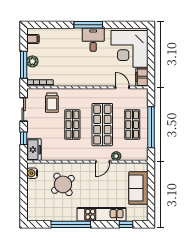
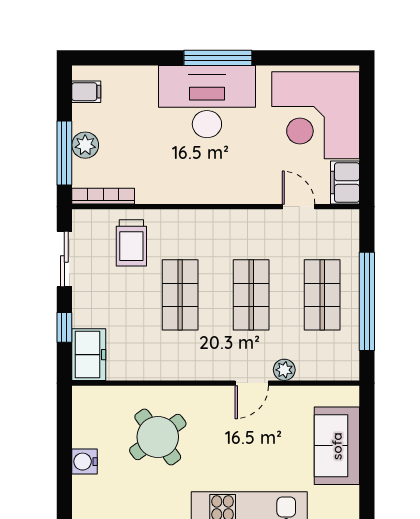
desk: (93, 40) -> (207, 102), width x1.87, depth x1.30
shop shelf: (102, 125) -> (251, 295), width x0.70, depth x0.74
water cooler: (32, 173) -> (85, 462), moved

